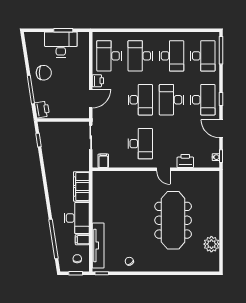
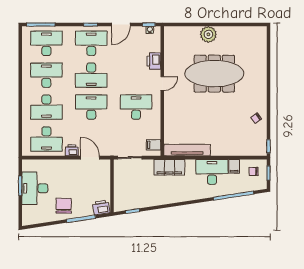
filing cabinet: (81, 186) -> (169, 167), moved
plant: (211, 244) -> (208, 34), moved
tv unit: (98, 246) -> (187, 150), moved

